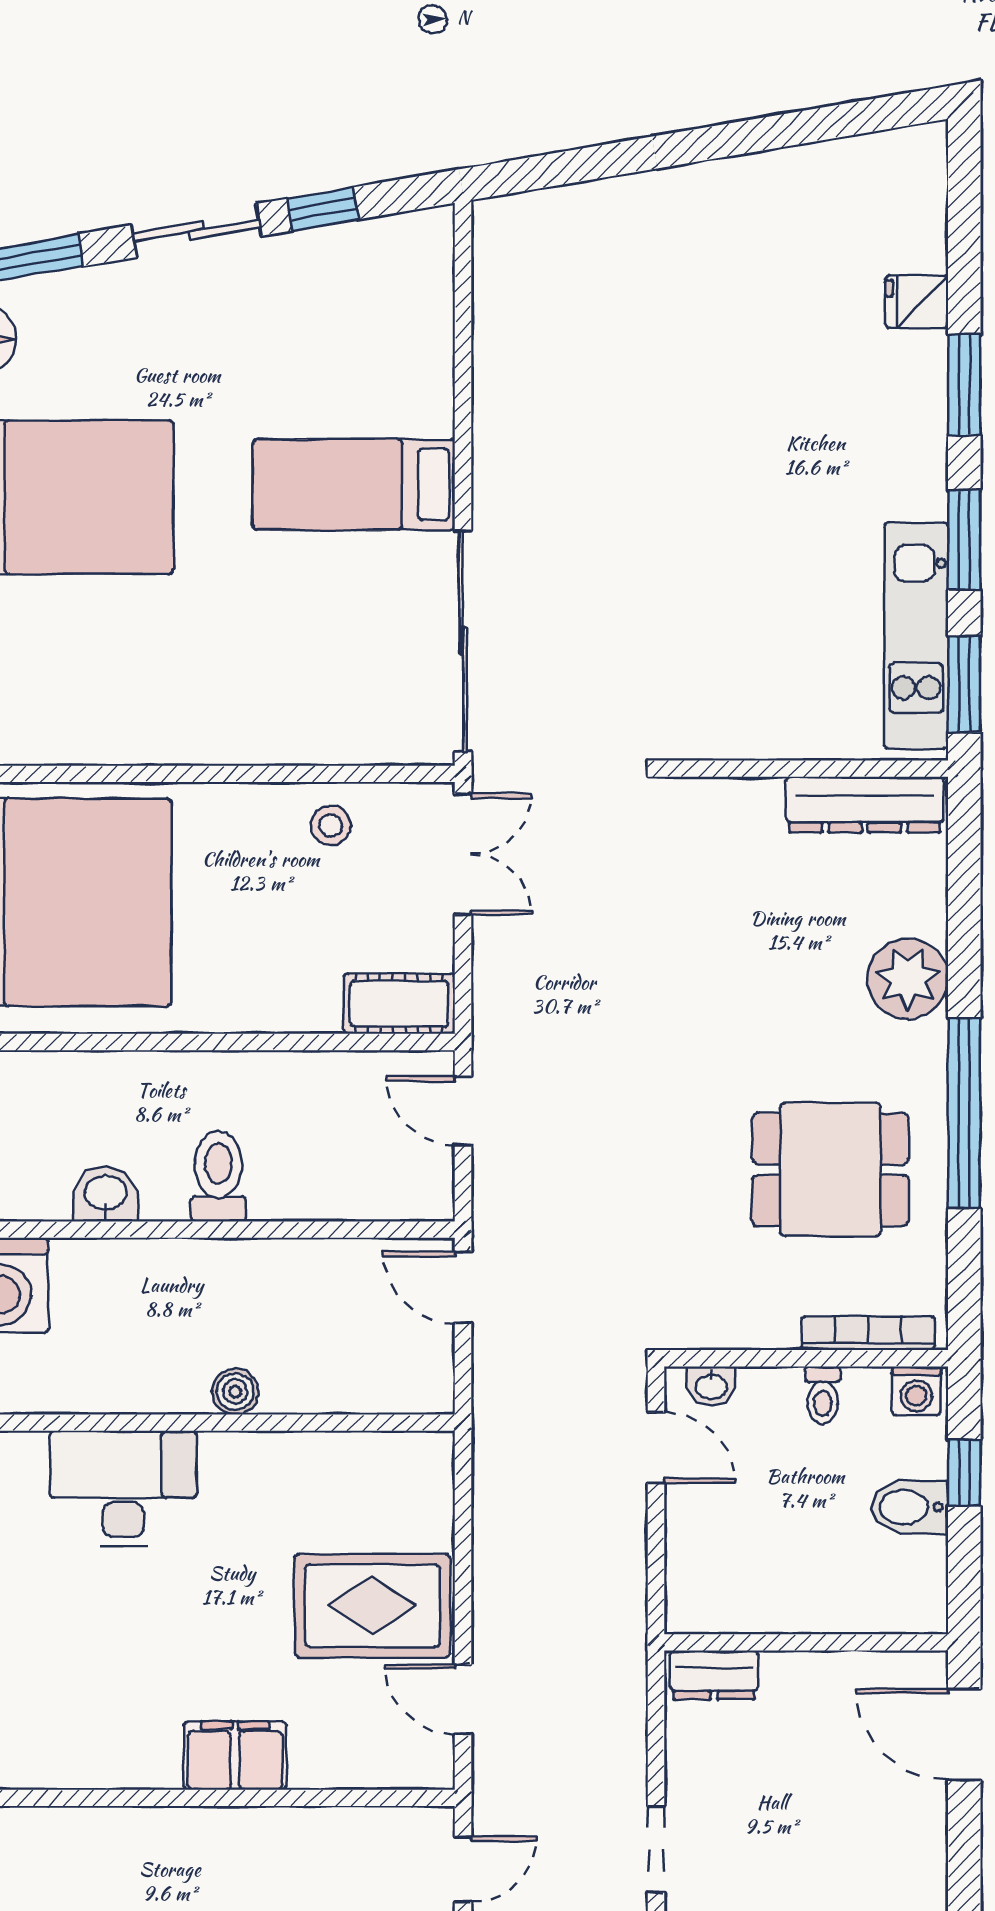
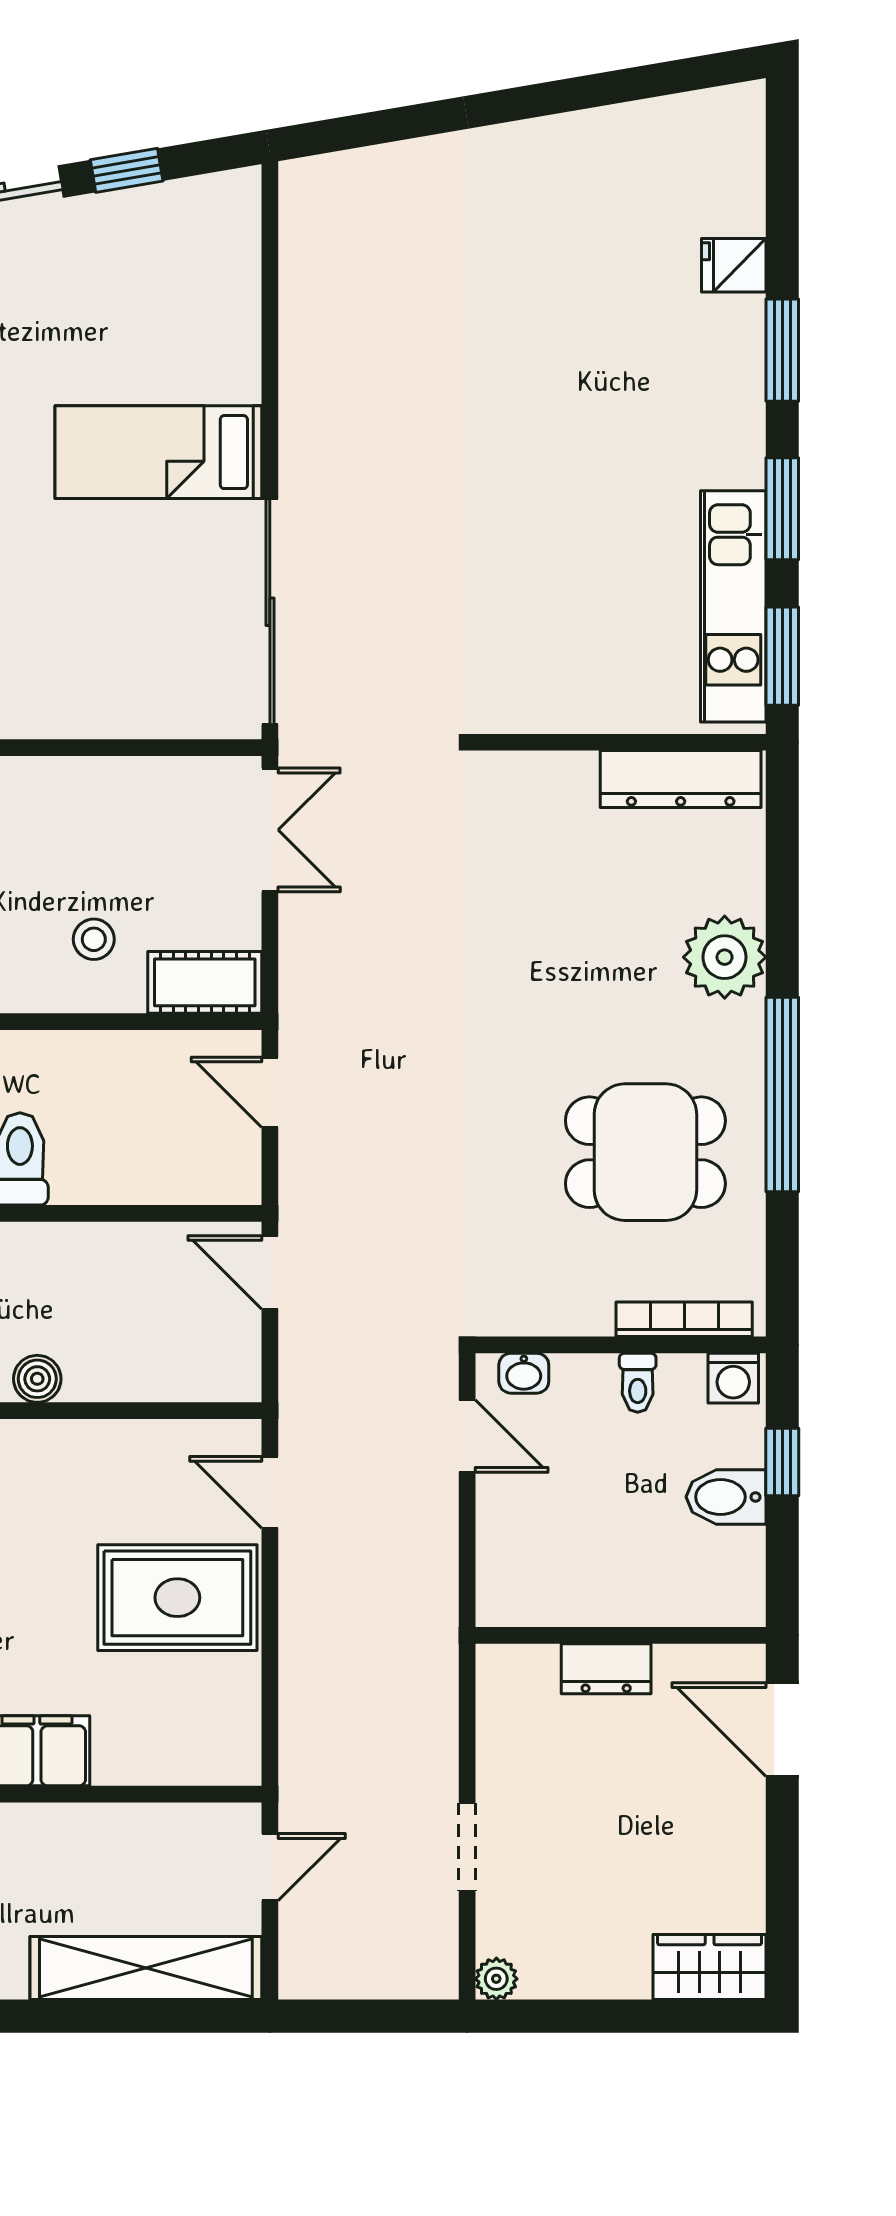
stool: (331, 825) -> (94, 939), moved
dresser: (714, 1675) -> (606, 1669), moved
door: (463, 1699) -> (270, 1492), moved

